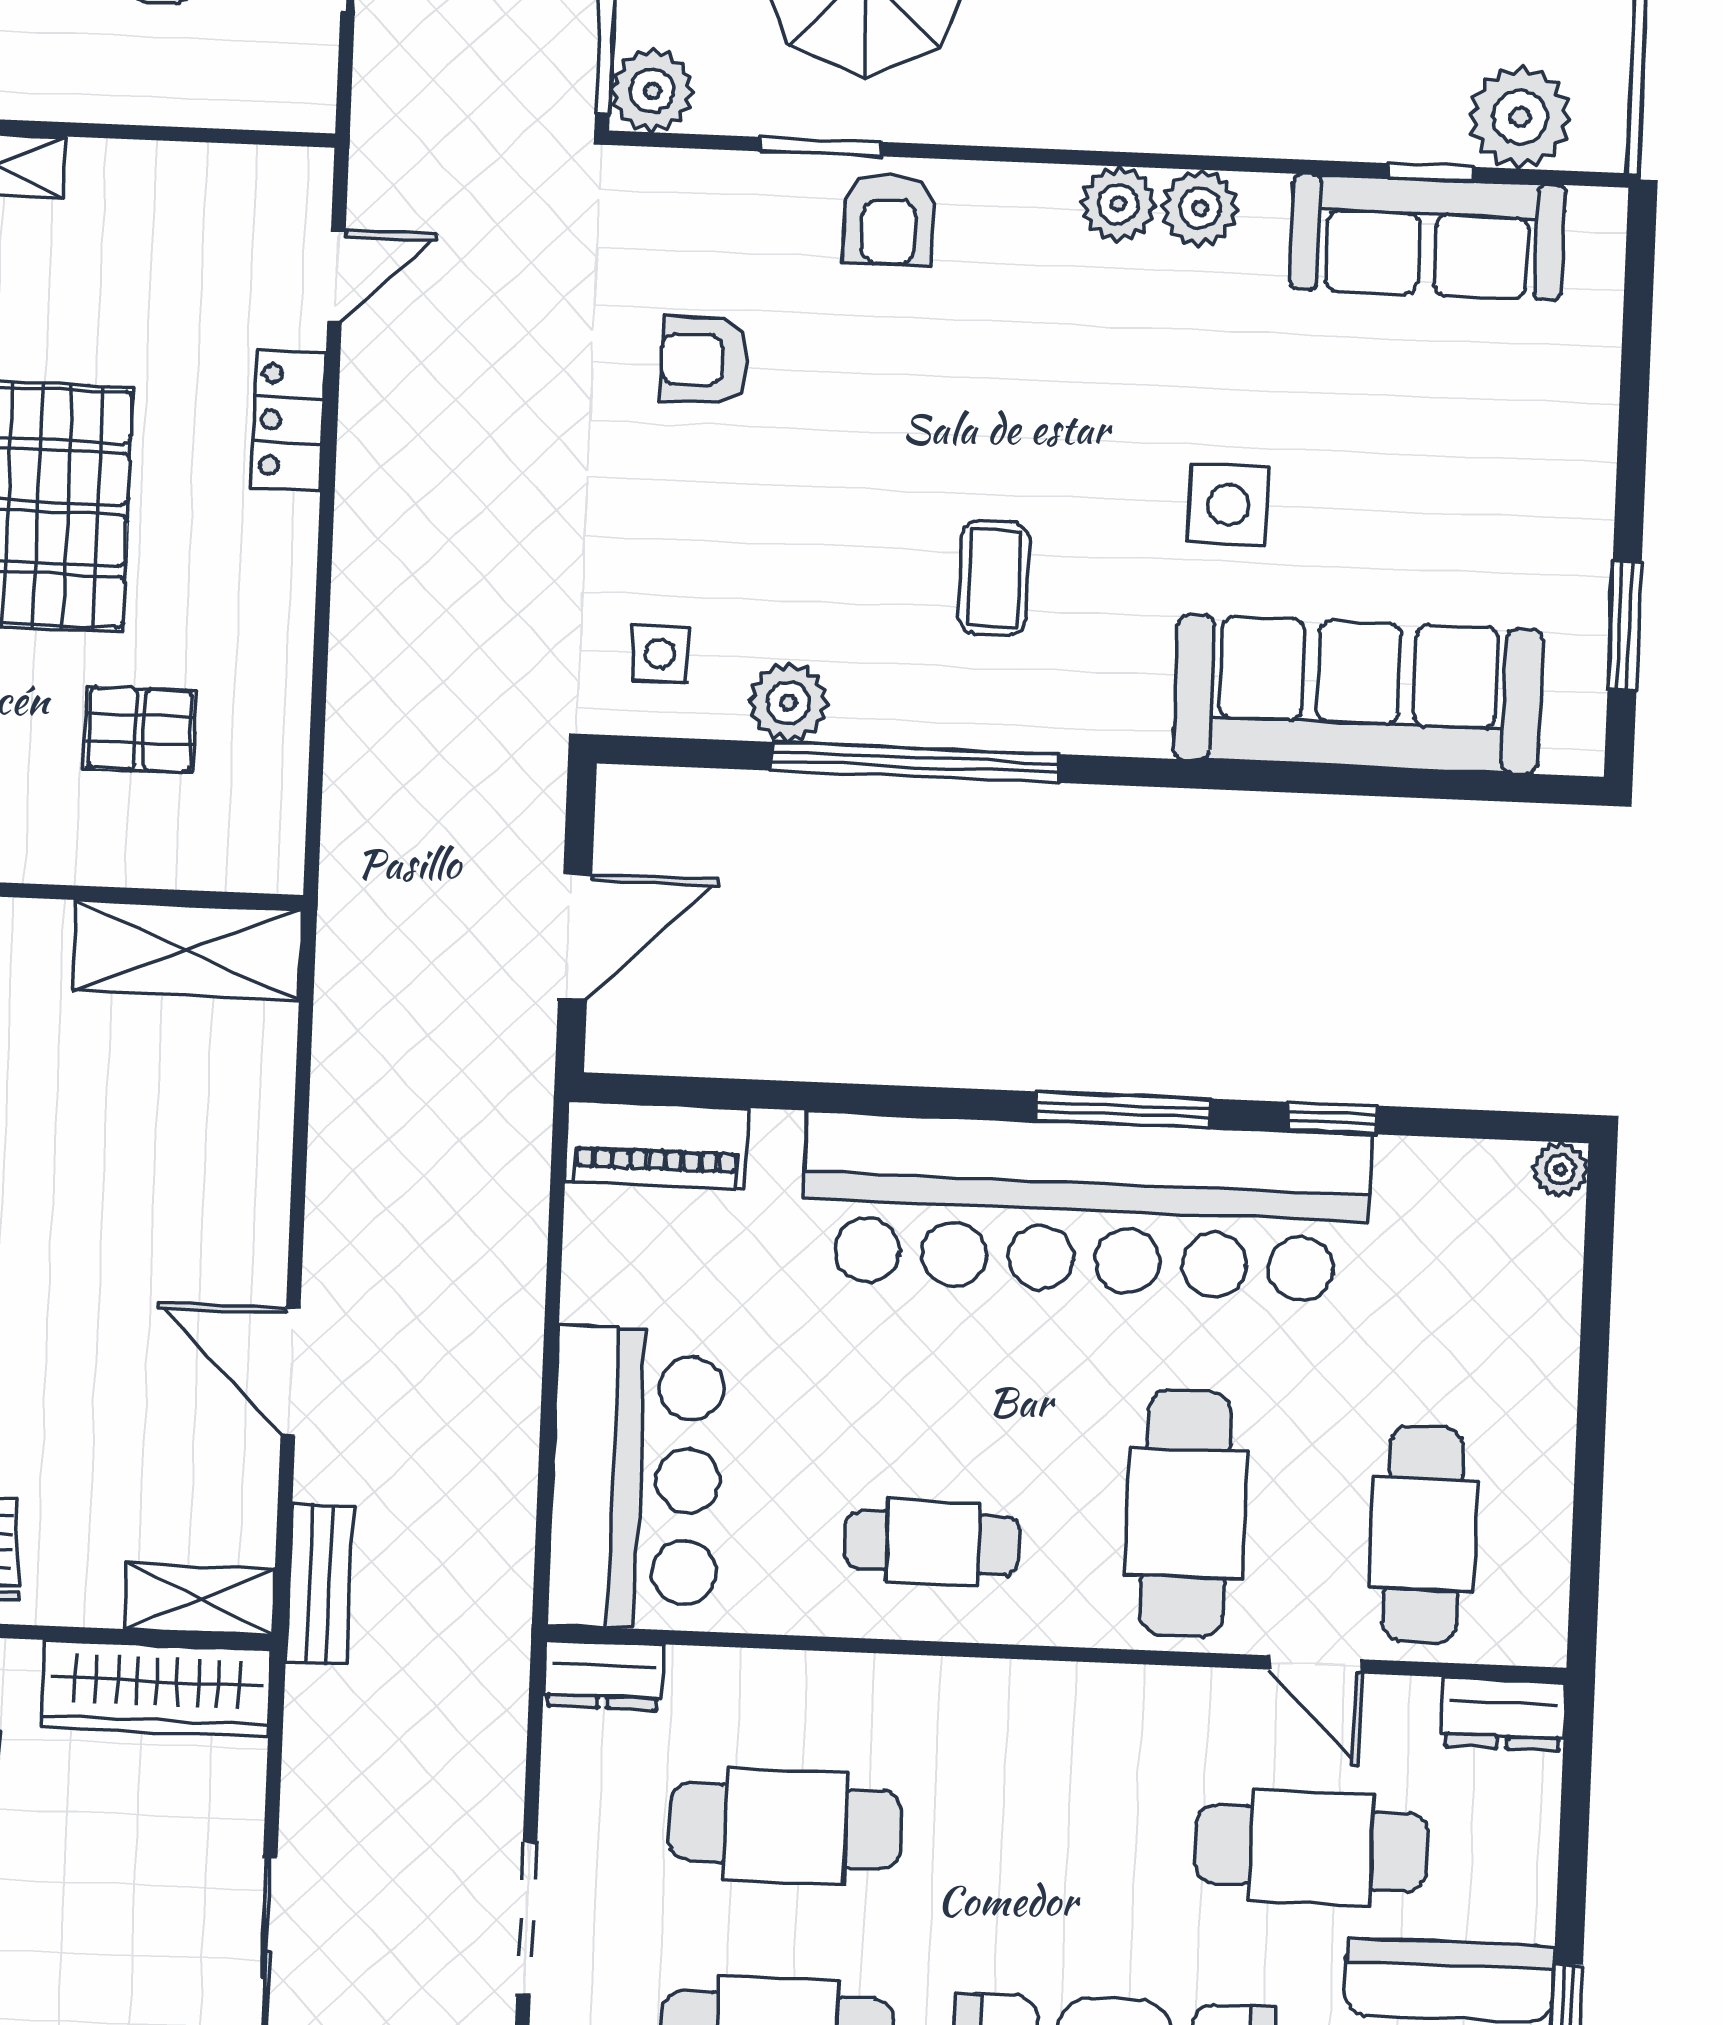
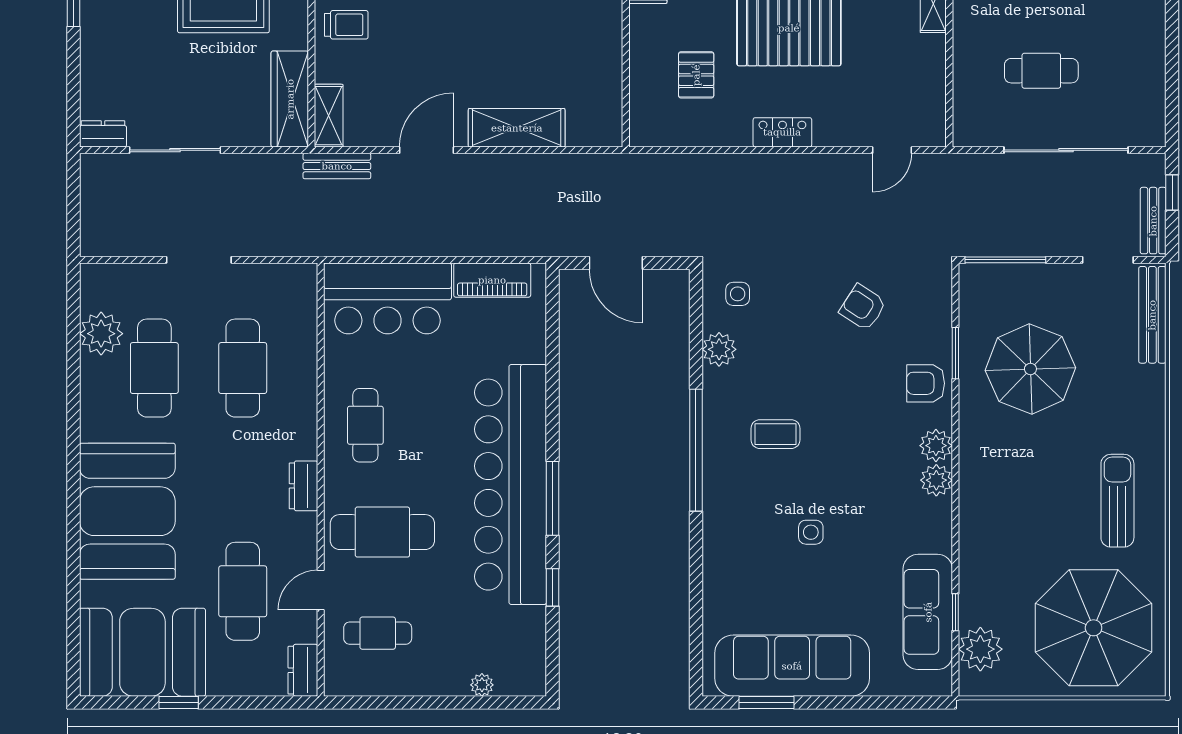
plant: (652, 91) -> (976, 281), removed
plant: (1200, 208) -> (936, 446), moved
door: (336, 276) -> (892, 150), hinge flipped
armchair: (704, 360) -> (863, 307), turned -57
locker: (288, 420) -> (782, 132), moved
side table: (1228, 505) -> (811, 532), width x0.73, depth x0.73
sofa: (1358, 694) -> (792, 666), moved, turned -90
window: (915, 762) -> (696, 450), moved
shelving: (187, 950) -> (517, 128), moved, turned 90
piano: (657, 1145) -> (492, 280), moved, turned -90
plant: (1560, 1169) -> (482, 685), moved
cafe table: (1423, 1534) -> (378, 633), width x0.73, depth x0.74
dresser: (603, 1675) -> (303, 486), moved

